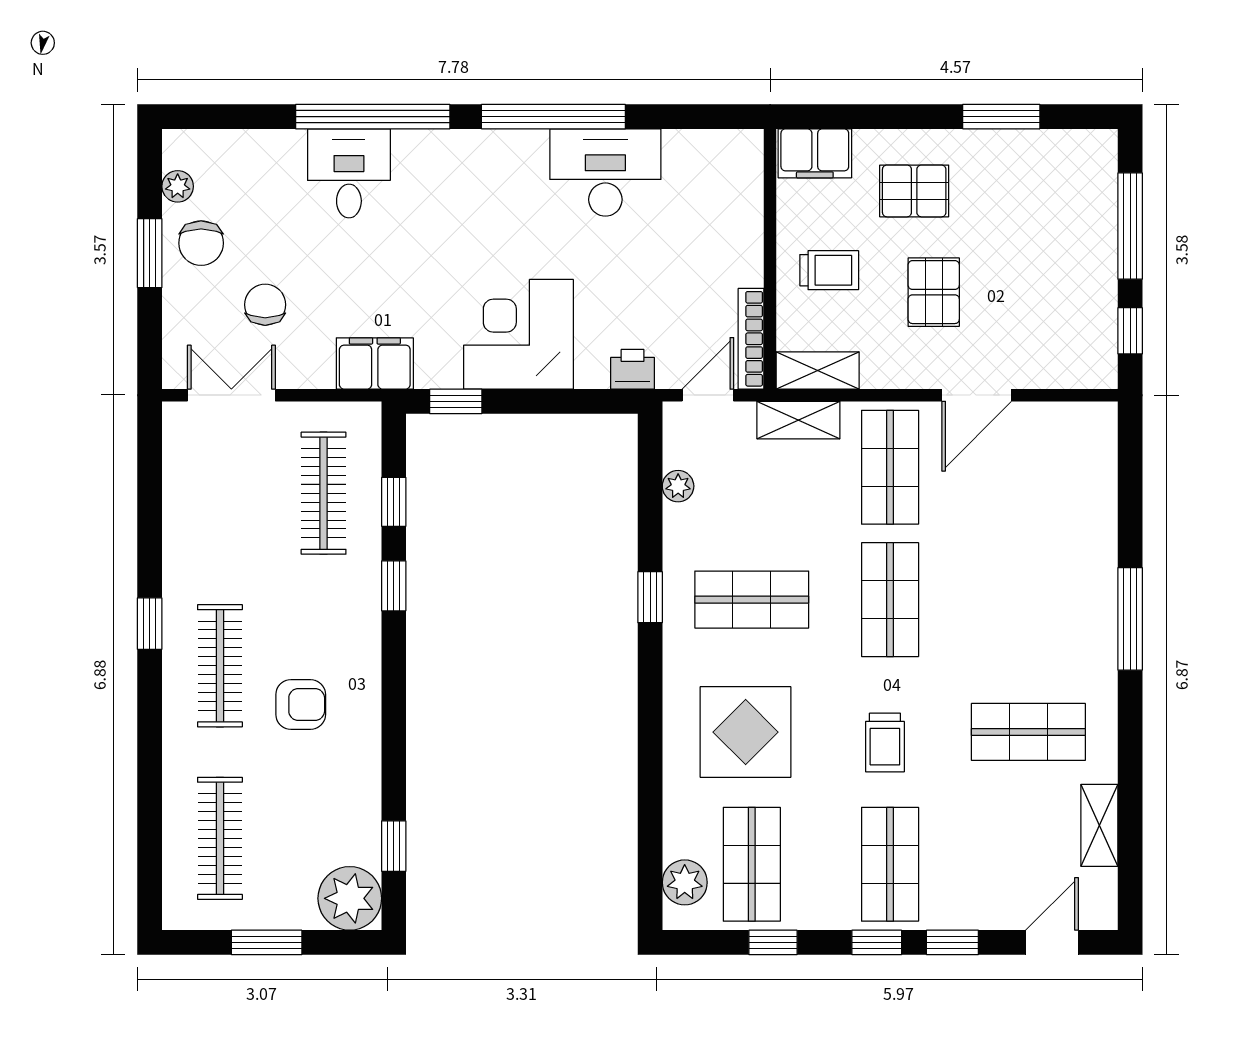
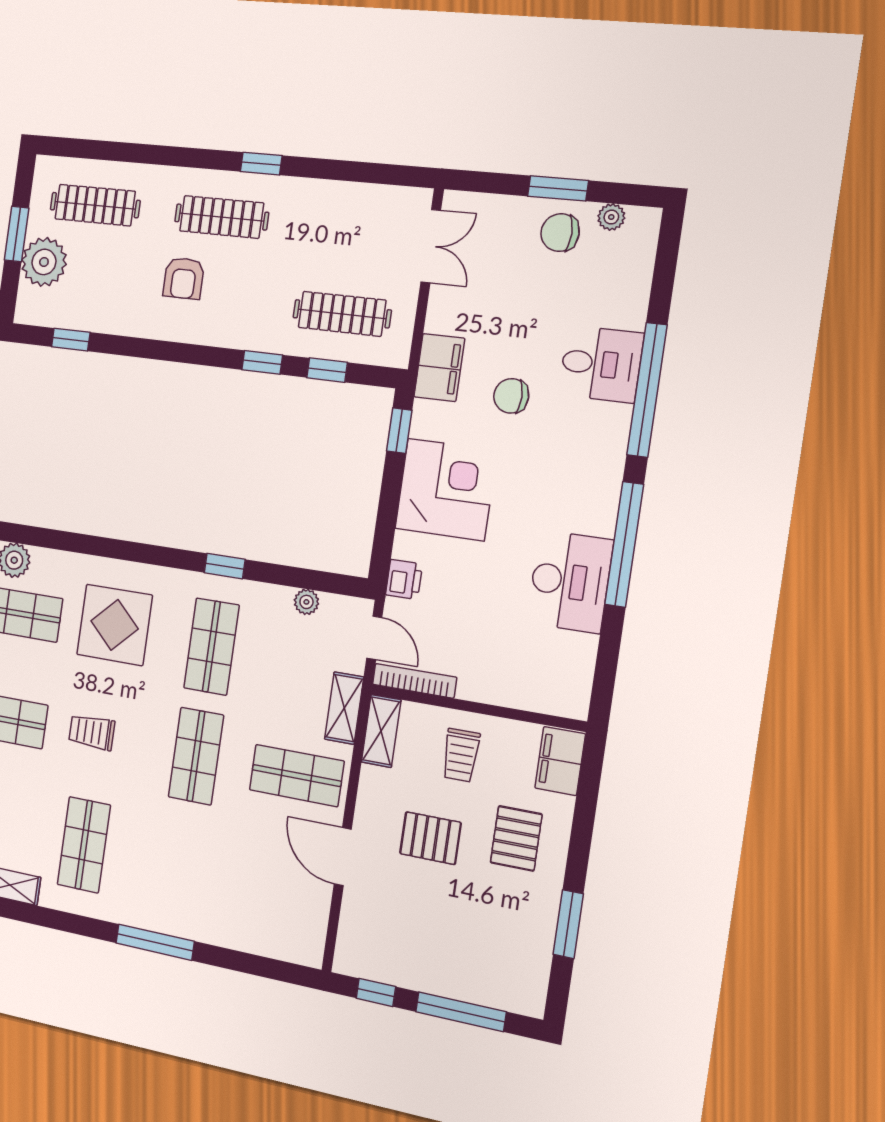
chair: (265, 305) -> (511, 396), moved, turned 180
shop shelf: (890, 600) -> (196, 756), turned 90
plant: (350, 898) -> (44, 262), moved

